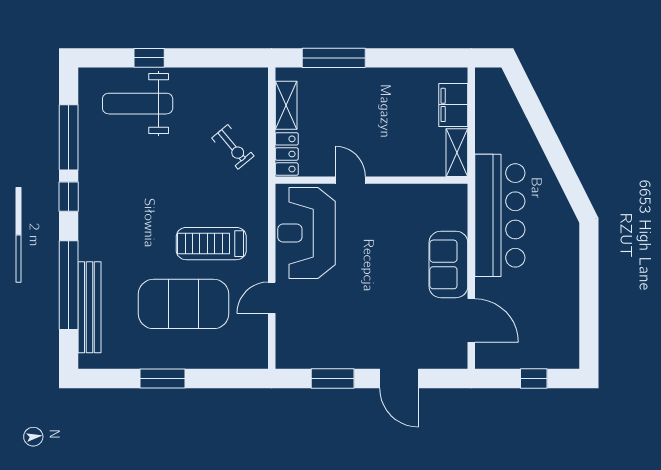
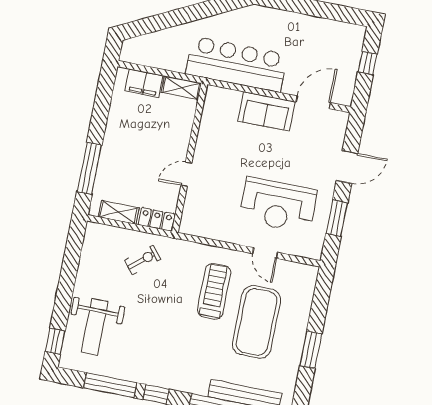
window: (149, 58) -> (55, 341), moved
reception desk: (306, 233) -> (278, 205), moved
treadmill: (211, 244) -> (214, 291), turned 180

